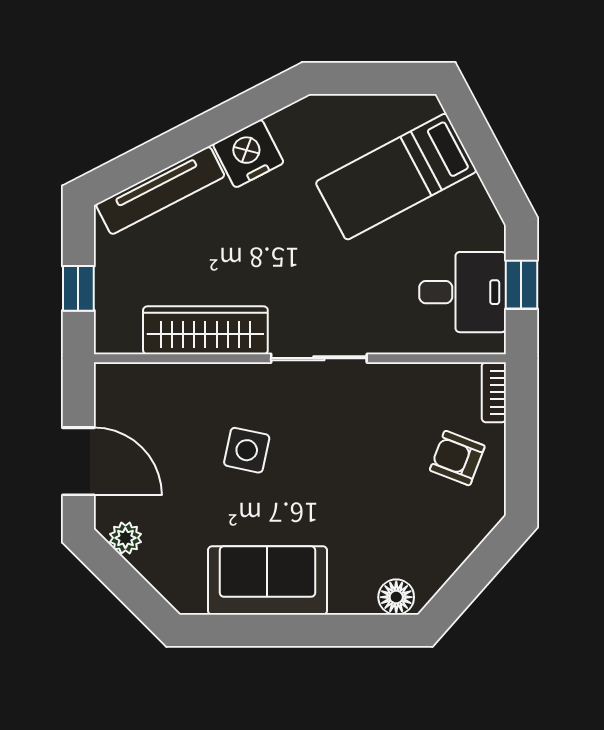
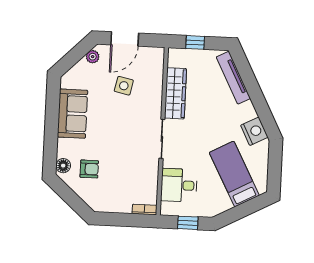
nightstand: (248, 154) -> (254, 131), moved
desk: (463, 292) -> (179, 185), moved, turned 90
side table: (247, 450) -> (124, 86), moved
armchair: (457, 458) -> (89, 169), moved, turned 69

